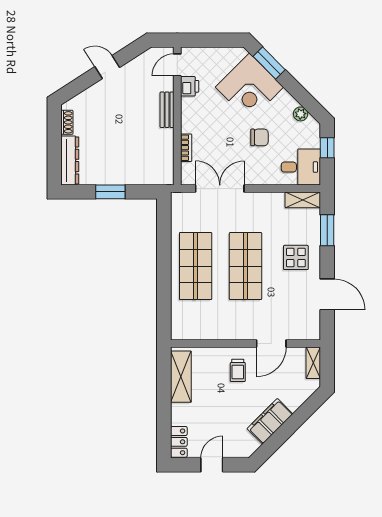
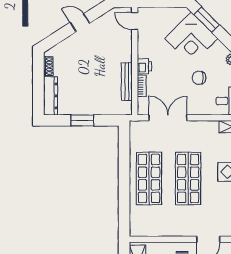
door: (177, 65) -> (135, 21), hinge flipped
printer: (190, 86) -> (144, 66), moved
bench: (167, 110) -> (127, 82), moved, width x1.36
chair: (259, 137) -> (199, 78), turned 180

